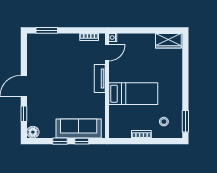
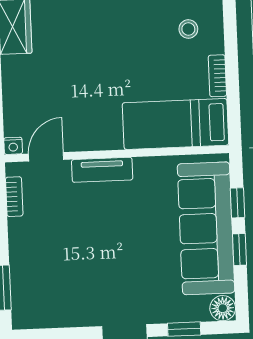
door: (107, 53) -> (46, 157), hinge flipped
bed: (133, 94) -> (176, 124), moved, turned -90
sofa: (79, 128) -> (206, 228), width x1.36, depth x1.27

